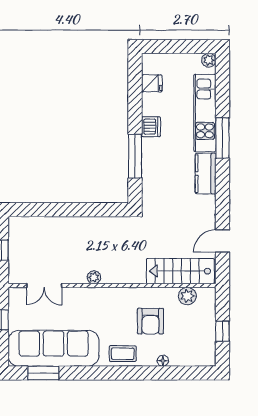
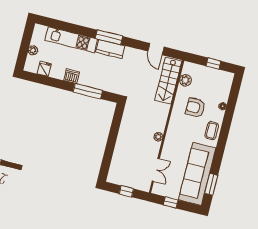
plant: (209, 60) -> (33, 50), moved
window: (222, 138) -> (109, 37), moved
armchair: (150, 321) -> (195, 108), turned 180

